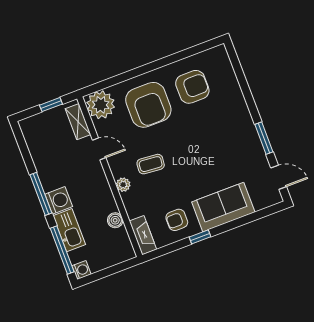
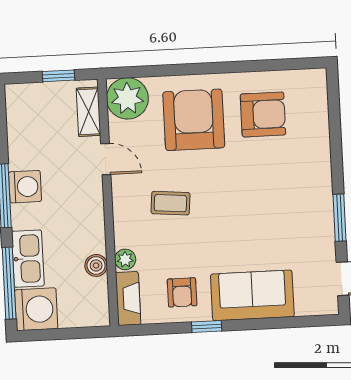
armchair: (148, 105) -> (194, 120), turned 180
plant: (123, 185) -> (125, 259), moved
washing machine: (59, 200) -> (25, 187), moved
armchair: (177, 220) -> (182, 292), turned -90
washing machine: (81, 270) -> (36, 309), width x1.89, depth x1.89

